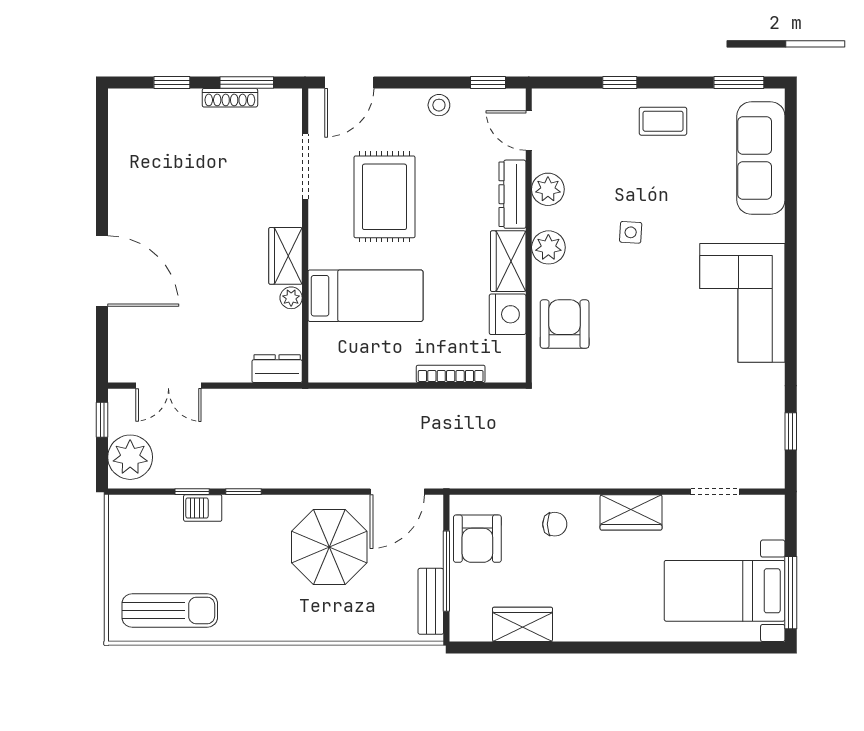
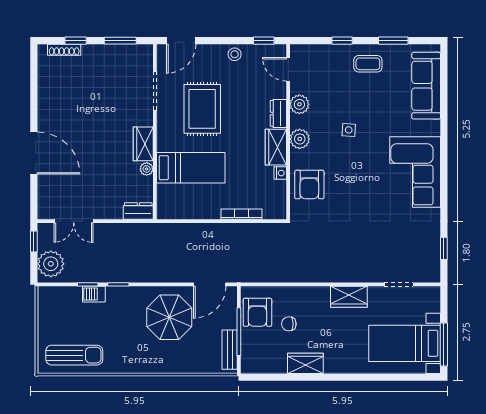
window: (739, 82) -> (393, 41), moved
shoe rack: (230, 98) -> (64, 50), moved
dresser: (512, 194) -> (278, 113), width x0.70
nightstand: (508, 314) -> (280, 173), width x0.53, depth x0.56
armchair: (565, 324) -> (309, 185), turned 180
chair: (555, 524) -> (289, 324), moved, turned 180
wardrobe: (522, 624) -> (305, 363), moved

